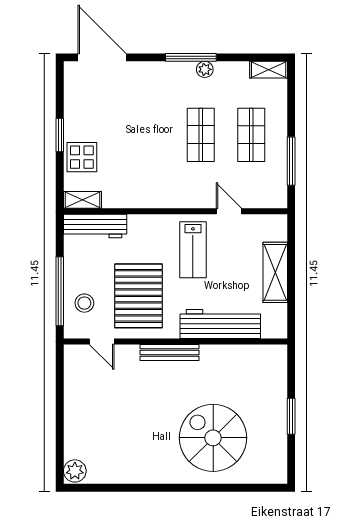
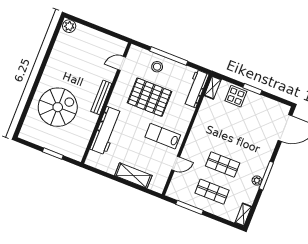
workbench: (220, 324) -> (106, 131), moved
door: (102, 341) -> (122, 63), moved
wall: (175, 341) -> (106, 103), moved
bench: (170, 353) -> (101, 97), moved

